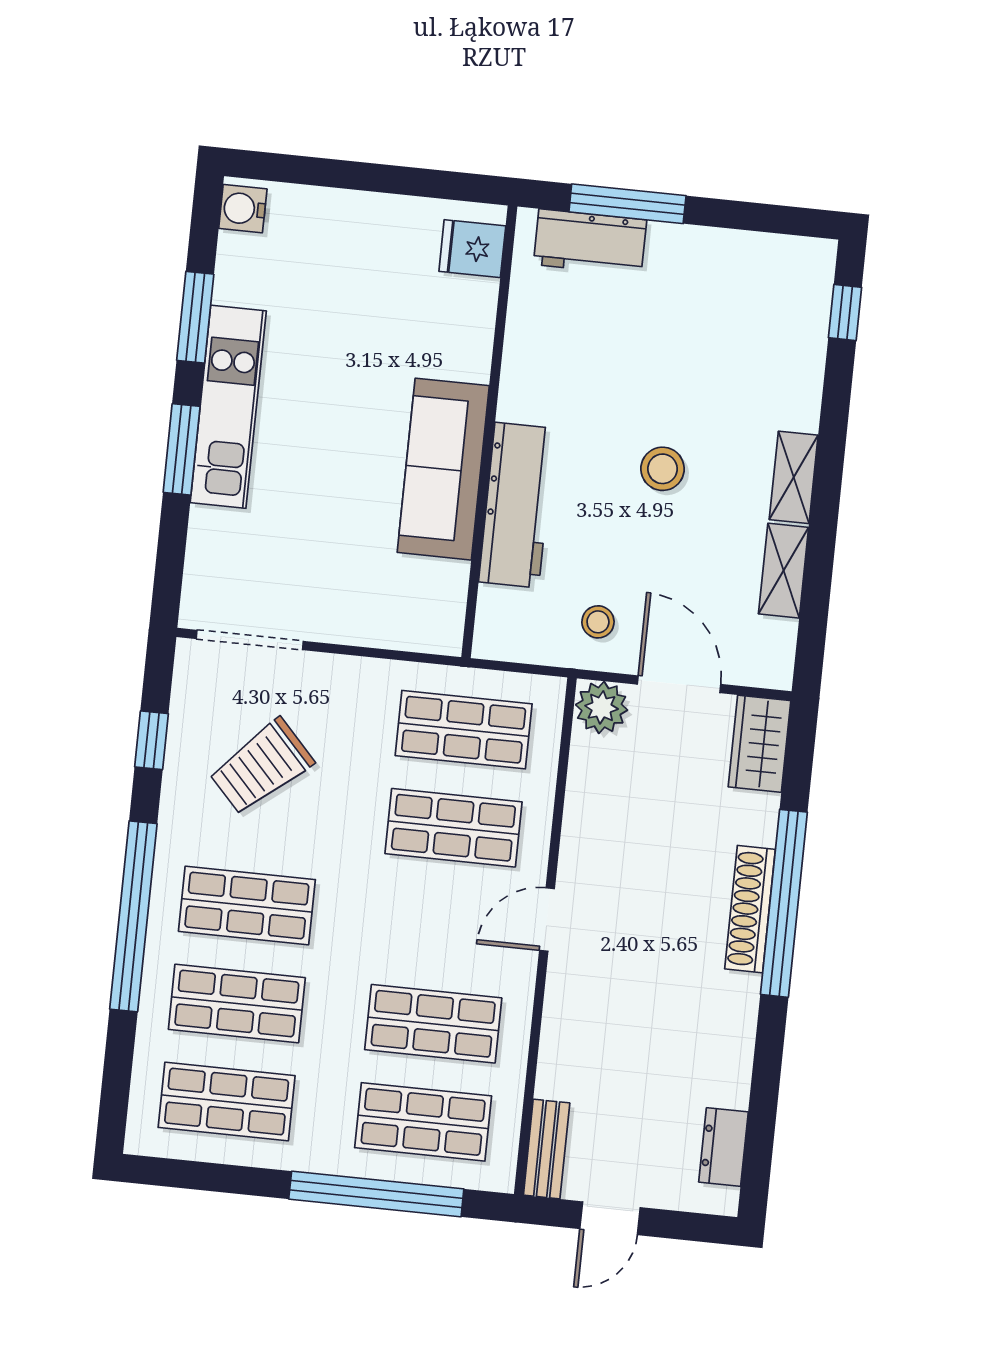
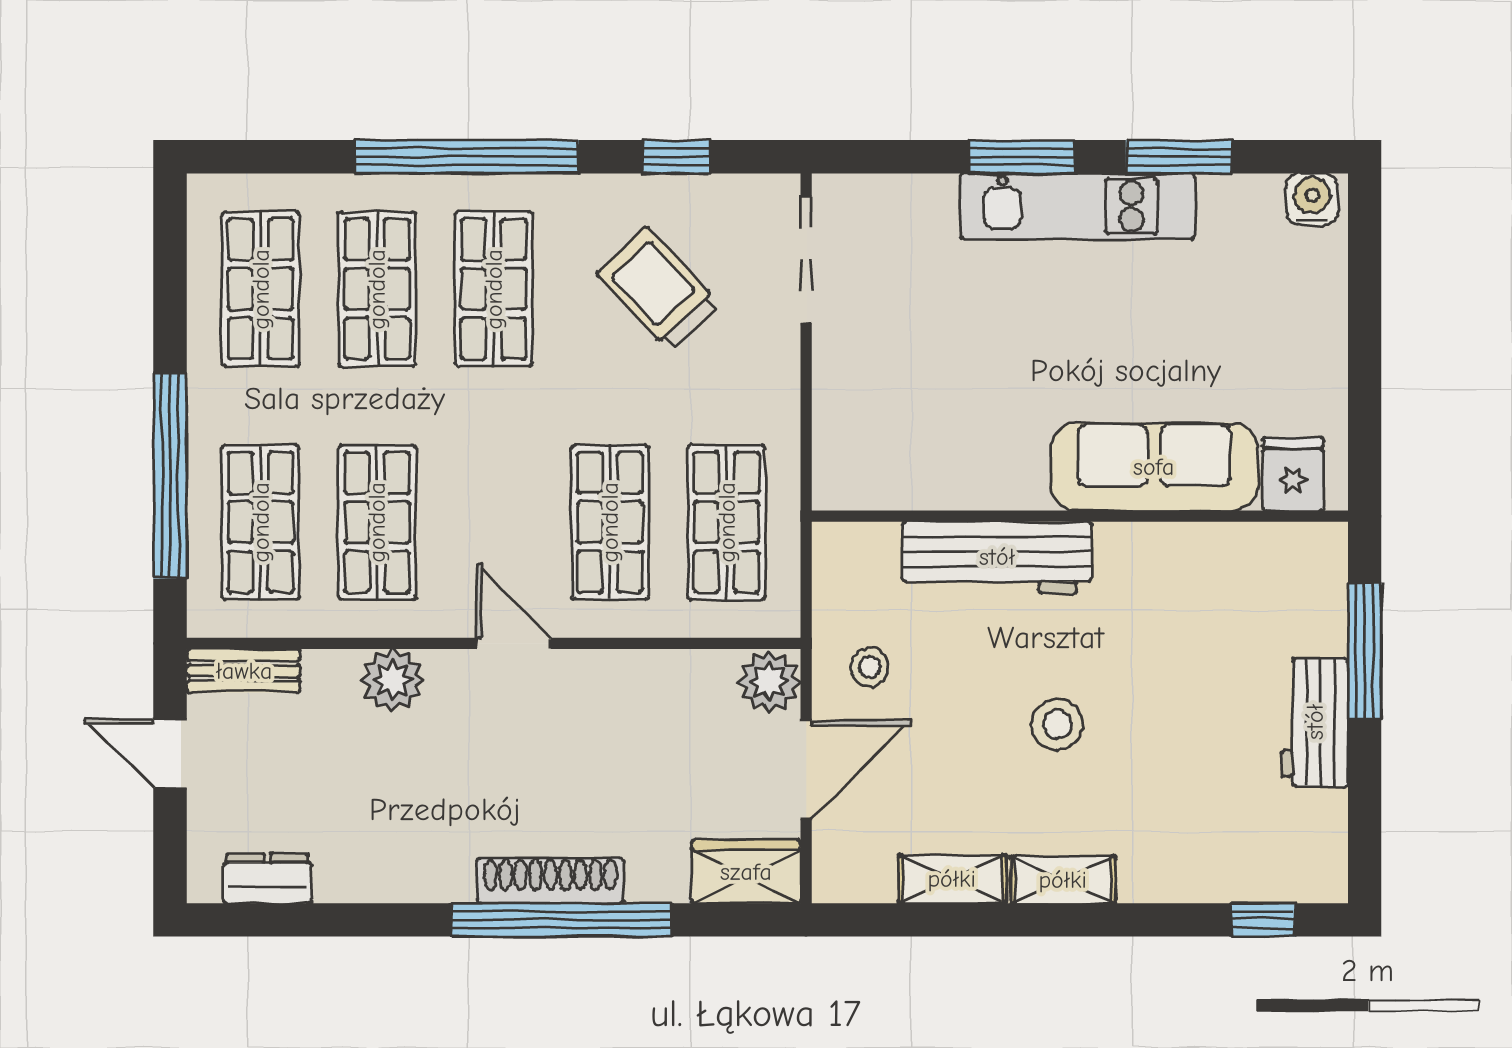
workbench: (590, 242) -> (1315, 722), moved
sofa: (443, 469) -> (1154, 467), moved
plant: (567, 1025) -> (393, 680), added

